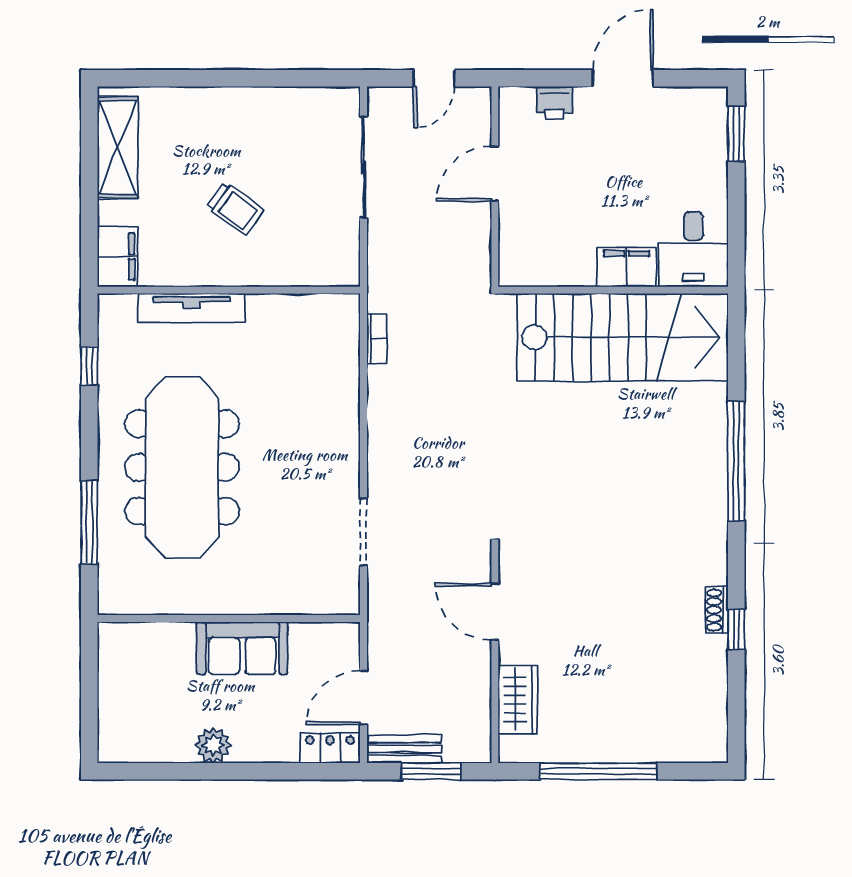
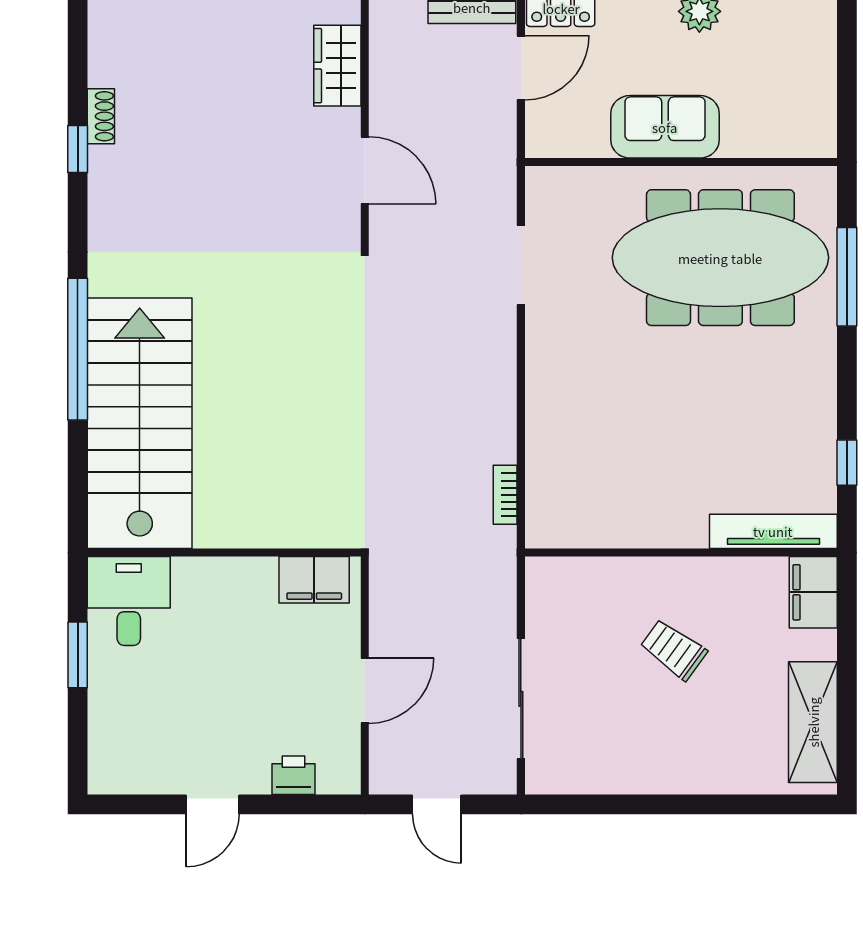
door: (434, 78) -> (437, 804), swing flipped
door: (623, 78) -> (213, 804), width x0.73
window: (736, 134) -> (78, 655), moved
filing cabinet: (626, 267) -> (314, 580), moved
tv unit: (191, 308) -> (773, 531), moved
stairs: (623, 337) -> (140, 423), moved, turned 90
meeting table: (182, 467) -> (720, 258), moved, turned 90
shoe rack: (717, 610) -> (101, 116), moved

